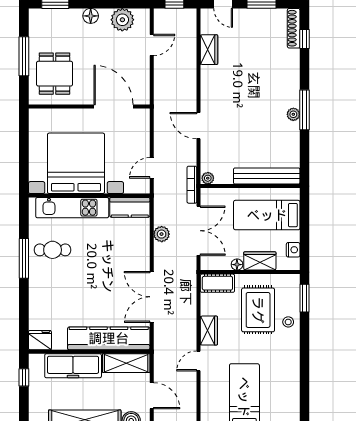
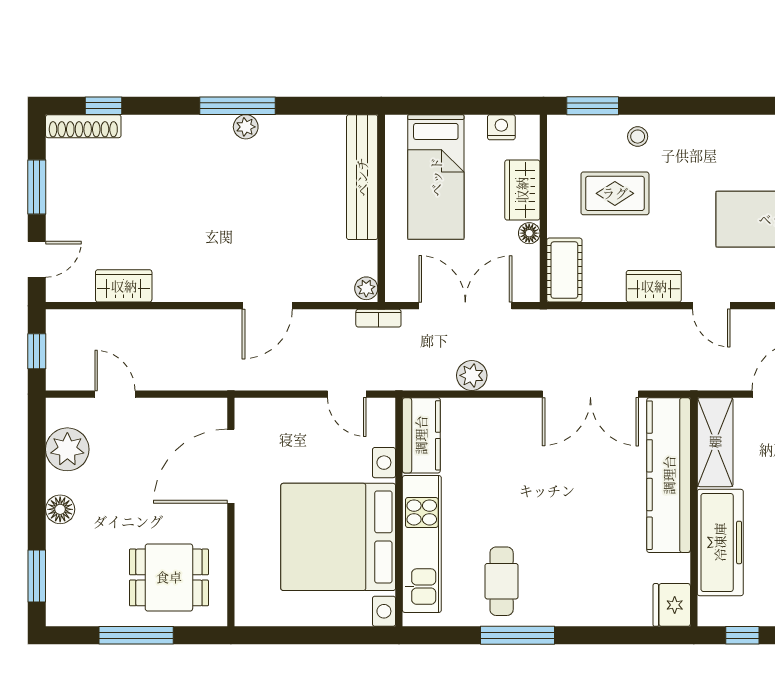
bookcase: (192, 185) -> (378, 318), width x0.64
rug: (258, 310) -> (615, 193), width x0.73, depth x0.70

